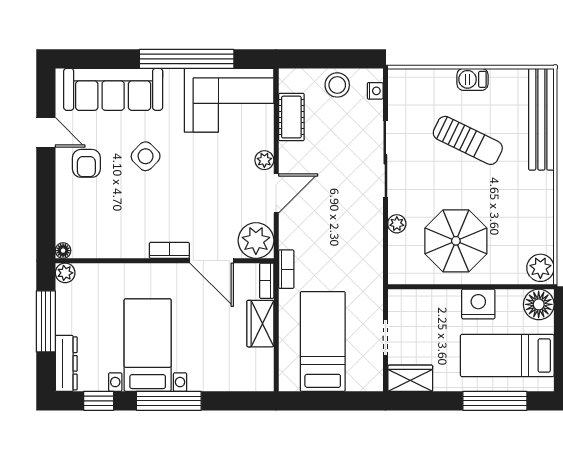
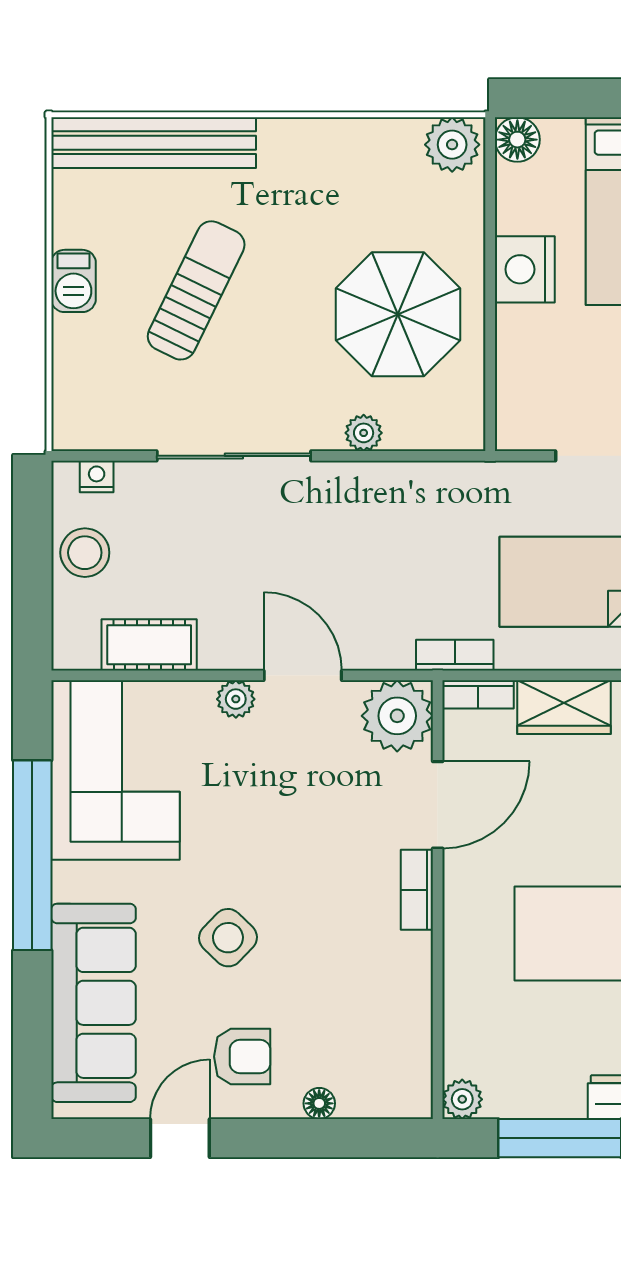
floor lamp: (63, 251) -> (319, 1103), moved
floor lamp: (539, 304) -> (517, 140), width x0.73, depth x0.73

